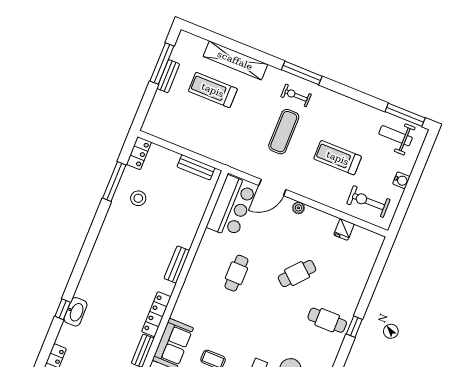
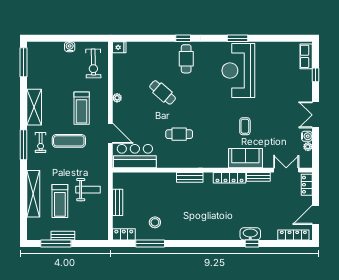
shelving: (344, 105) -> (34, 107), added
weight bench: (396, 136) -> (88, 190), moved, turned -90
treadmill: (338, 158) -> (82, 108), moved
bench: (196, 167) -> (118, 202), moved
plant: (298, 208) -> (117, 98), moved
fridge: (344, 229) -> (119, 47), moved

